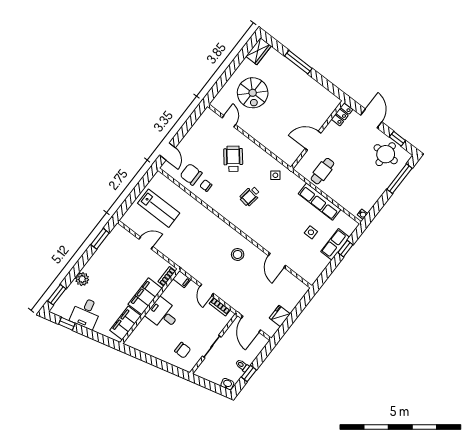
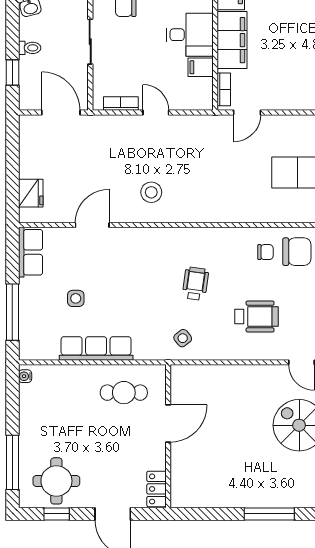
wheelchair: (233, 159) -> (257, 316), turned -51
cafe table: (322, 171) -> (124, 393), turned 90
door: (146, 243) -> (247, 113), moved
row of seats: (335, 244) -> (30, 252), moved
window: (345, 249) -> (12, 312), width x2.17
door: (277, 260) -> (92, 225), hinge flipped
filing cabinet: (182, 279) -> (201, 67), moved
fridge: (280, 316) -> (31, 193), moved
window: (249, 374) -> (12, 73), moved

